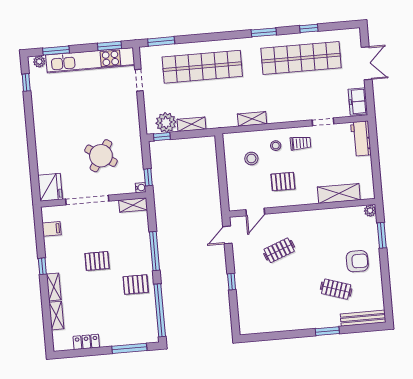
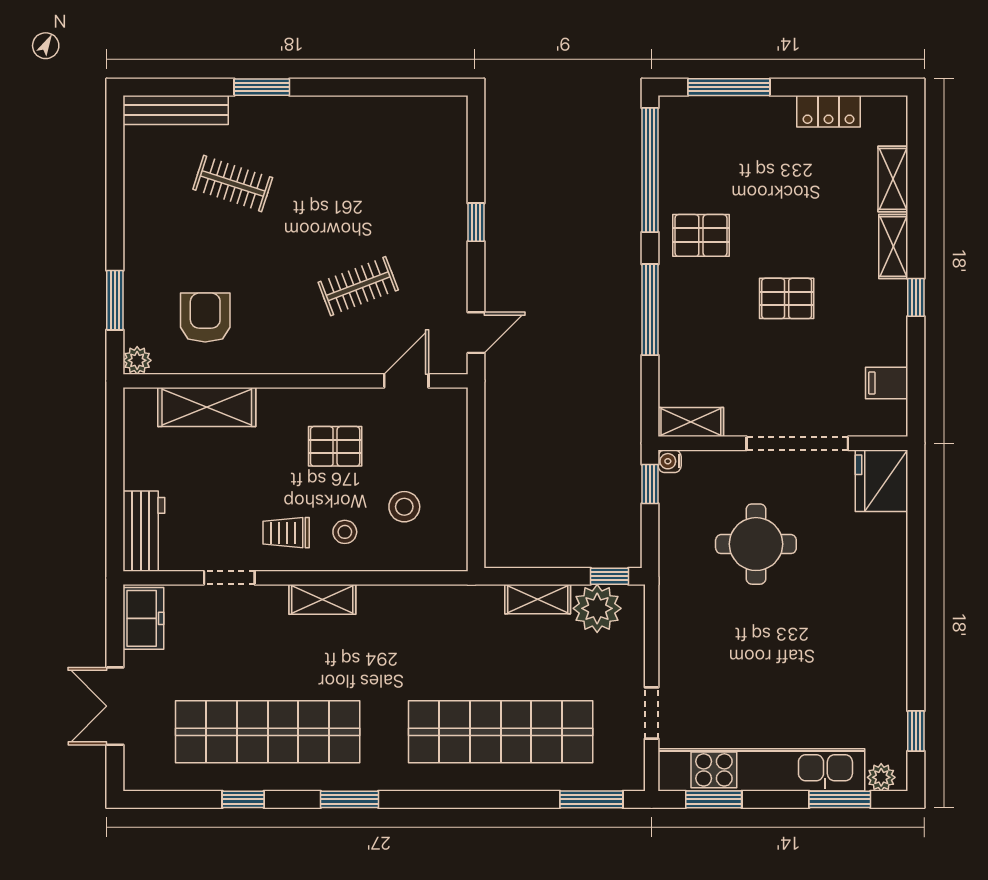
shelving: (252, 119) -> (322, 599), moved
round table: (101, 156) -> (756, 544), turned -33
armchair: (357, 261) -> (205, 318), moved, turned 90

